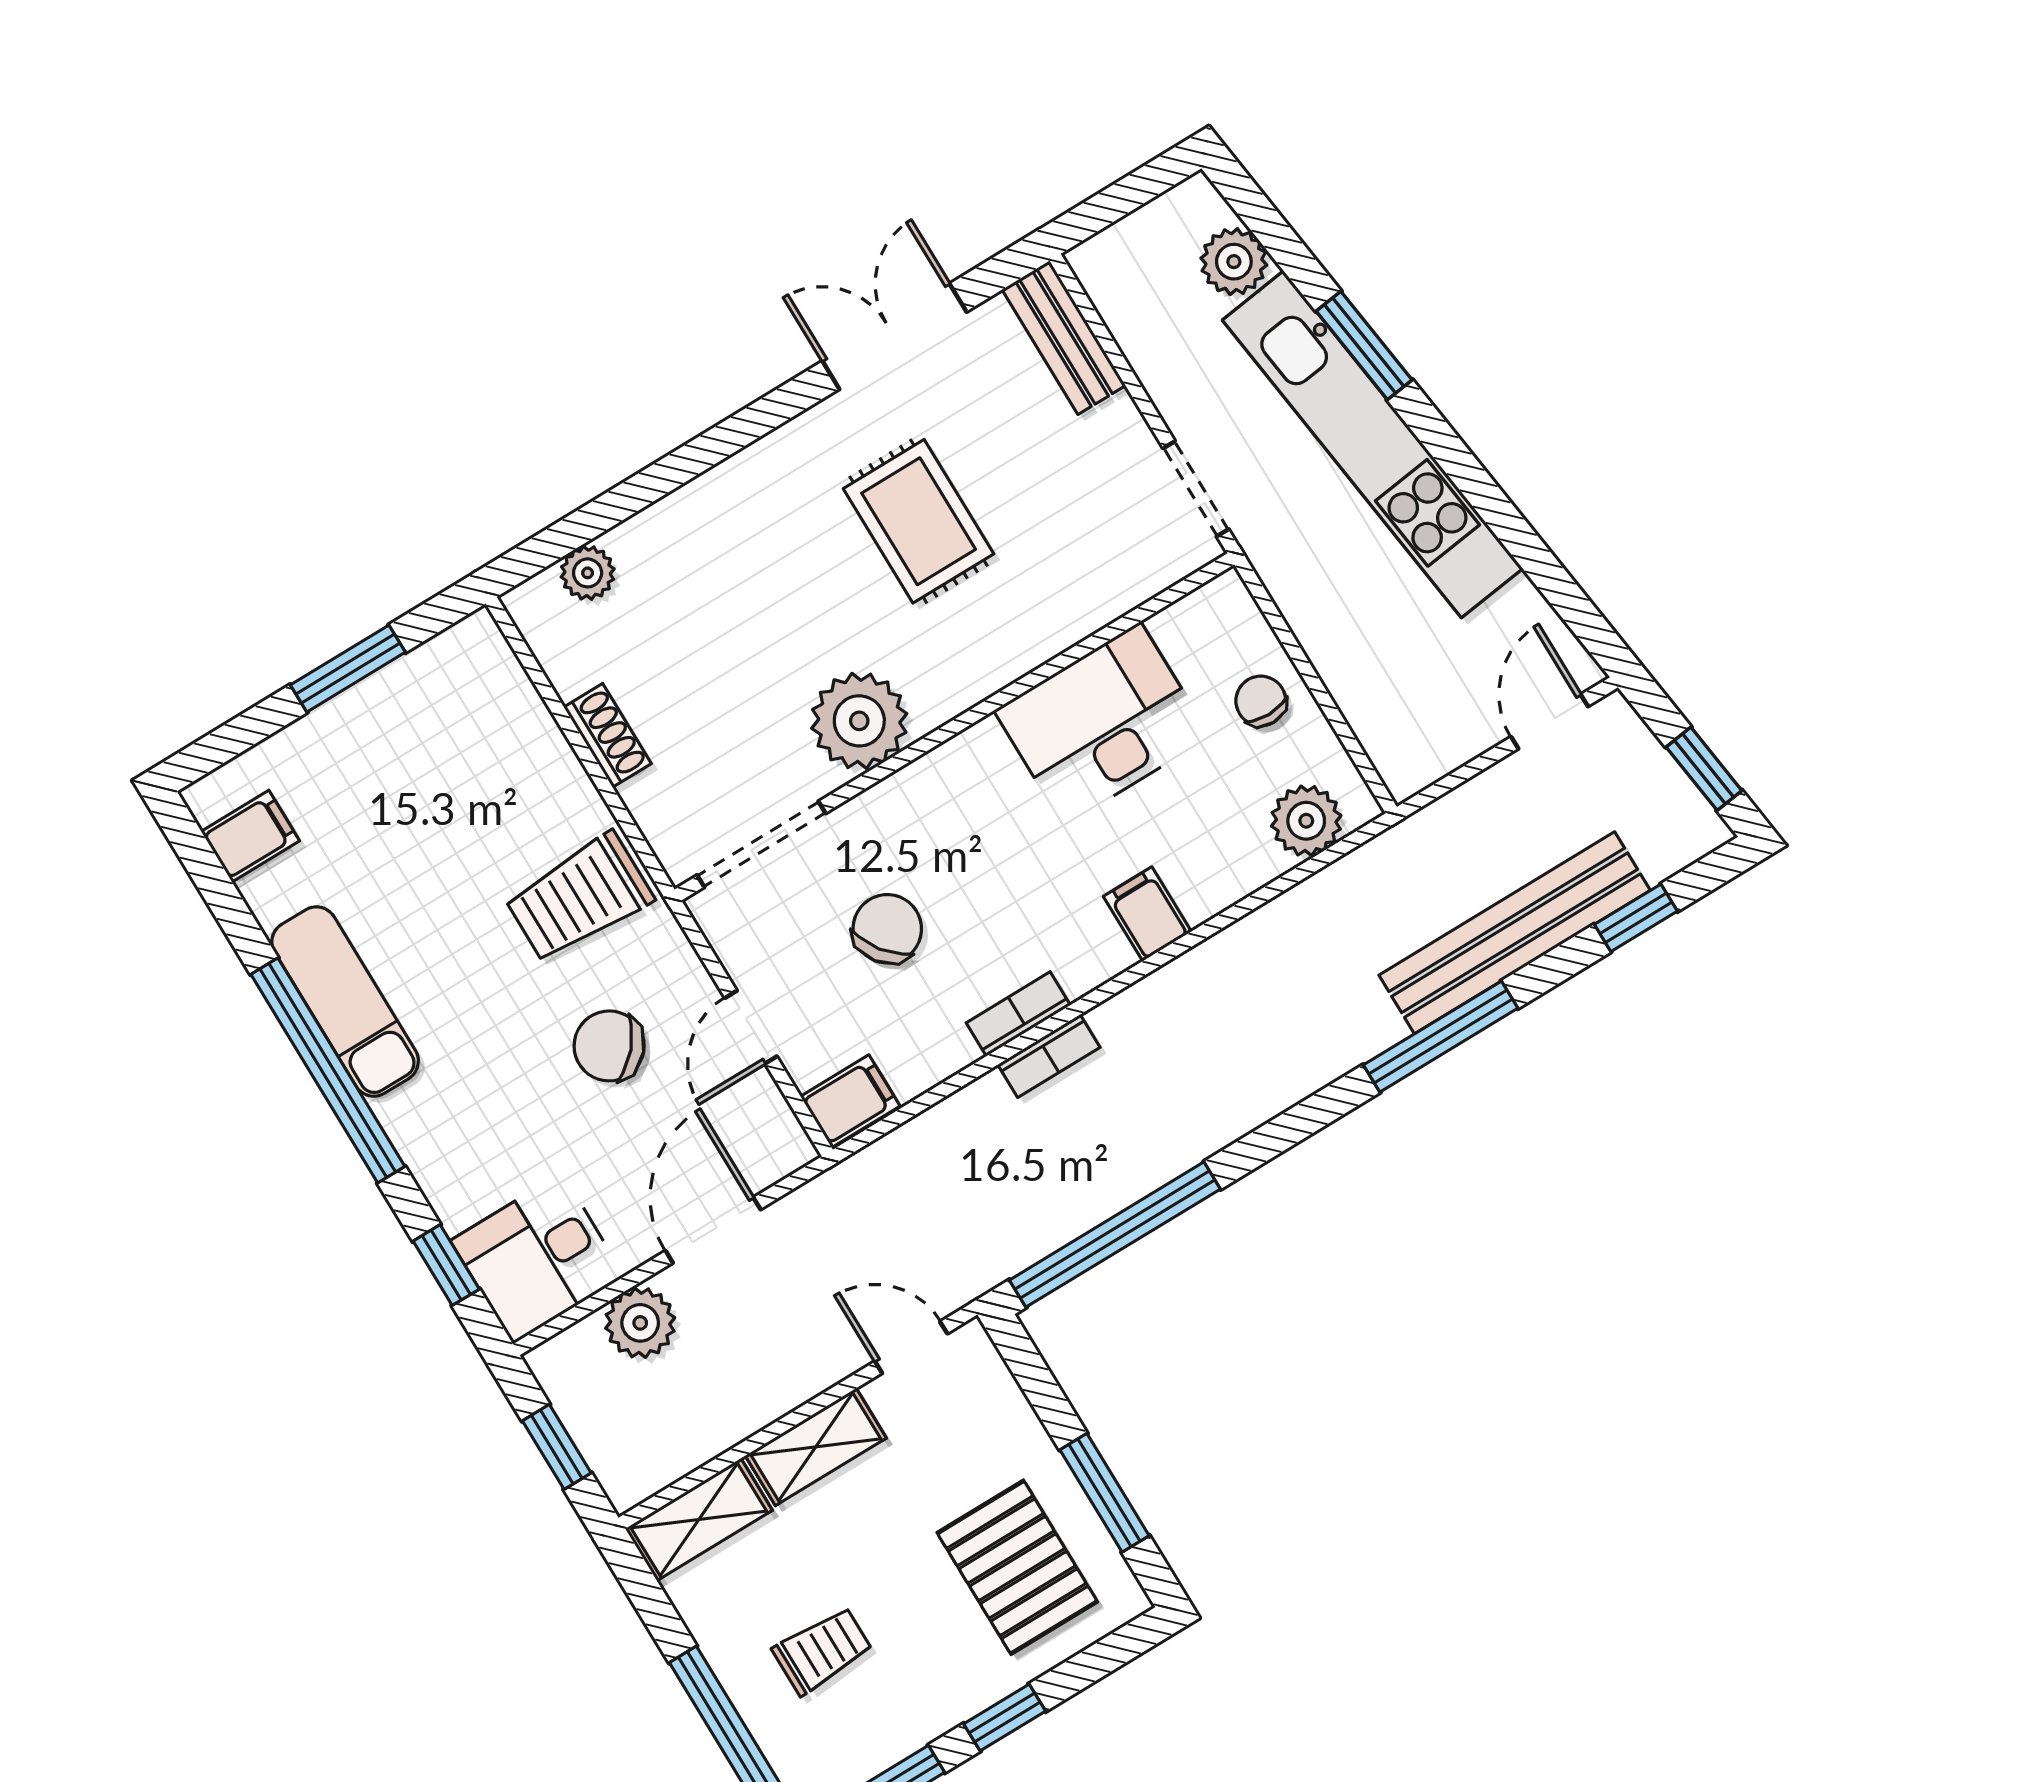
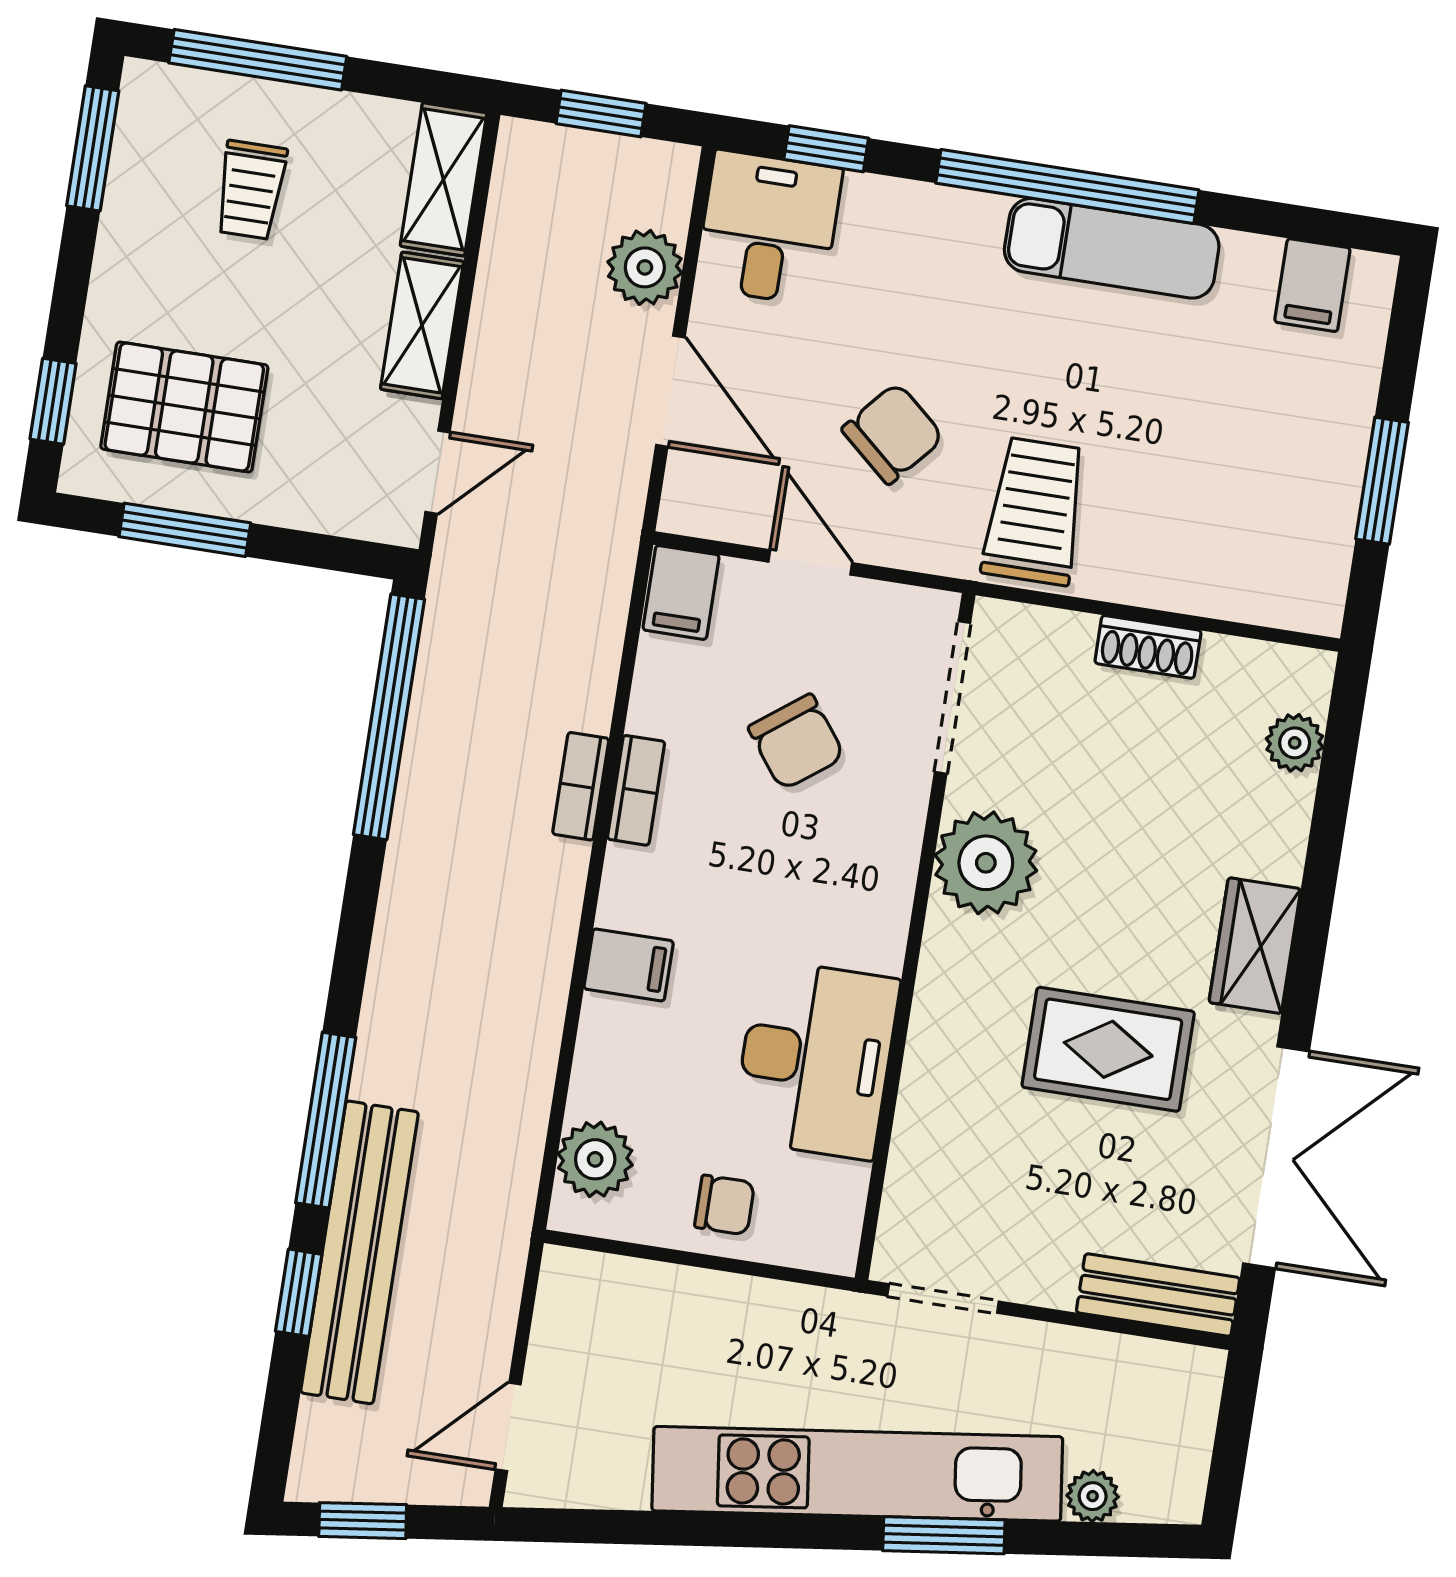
plant: (1234, 262) -> (1093, 1496), width x0.73, depth x0.73
double door: (894, 336) -> (1276, 1157), width x1.37
wardrobe: (756, 479) -> (1255, 946), added
door: (1549, 722) -> (508, 1427), swing flipped
window: (1636, 918) -> (299, 1293), moved
window: (1005, 1718) -> (53, 401), moved

